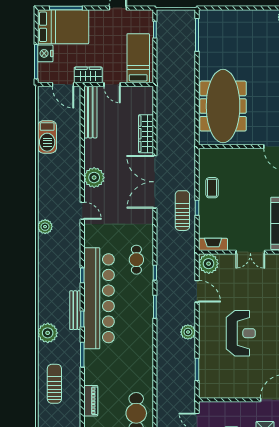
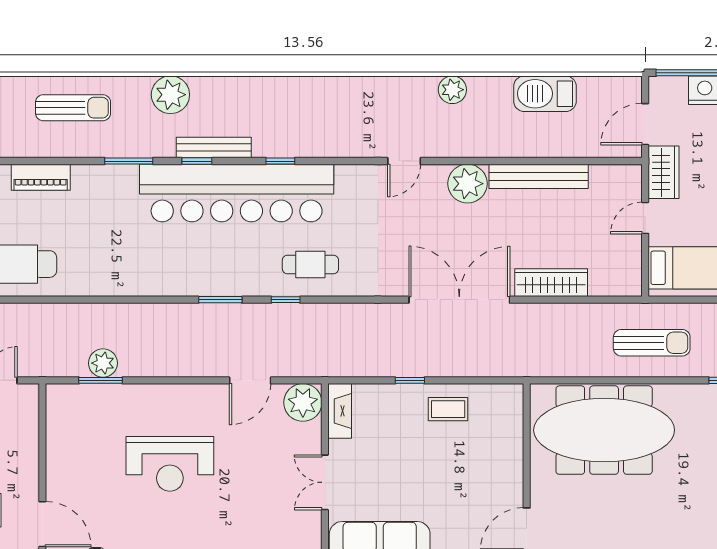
bench: (90, 112) -> (539, 176), moved
sun lounger: (182, 211) -> (652, 343), moved
plant: (45, 227) -> (452, 90), moved
plant: (188, 332) -> (103, 363), moved

